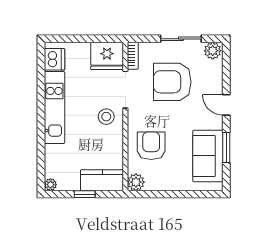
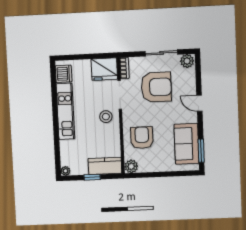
armchair: (172, 82) -> (156, 87), turned 180
window: (226, 147) -> (201, 151), moved

